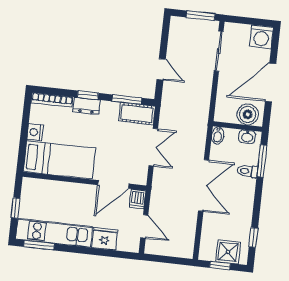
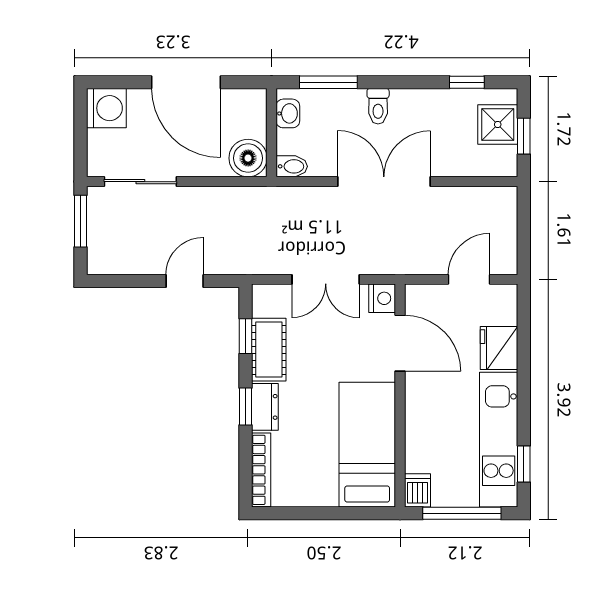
window: (127, 100) -> (246, 336), width x0.67
cot: (137, 114) -> (269, 350), moved
boiler: (248, 114) -> (248, 158), moved
nightstand: (35, 132) -> (382, 298), moved, turned -90
double door: (153, 147) -> (326, 279), swing flipped
toilet: (247, 171) -> (378, 106), moved
dishwasher: (138, 199) -> (417, 490), moved, turned -90
window: (16, 208) -> (462, 513), width x2.17
window: (39, 245) -> (524, 464), width x0.67

